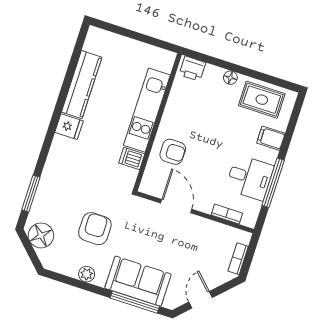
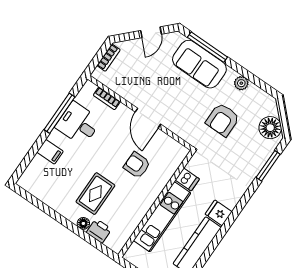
floor lamp: (230, 78) -> (83, 223), moved
rug: (262, 100) -> (95, 194), moved, turned 90
kitchen unit: (147, 110) -> (162, 217), moved
wall: (157, 122) -> (156, 204), moved
dishwasher: (132, 158) -> (187, 180), moved

